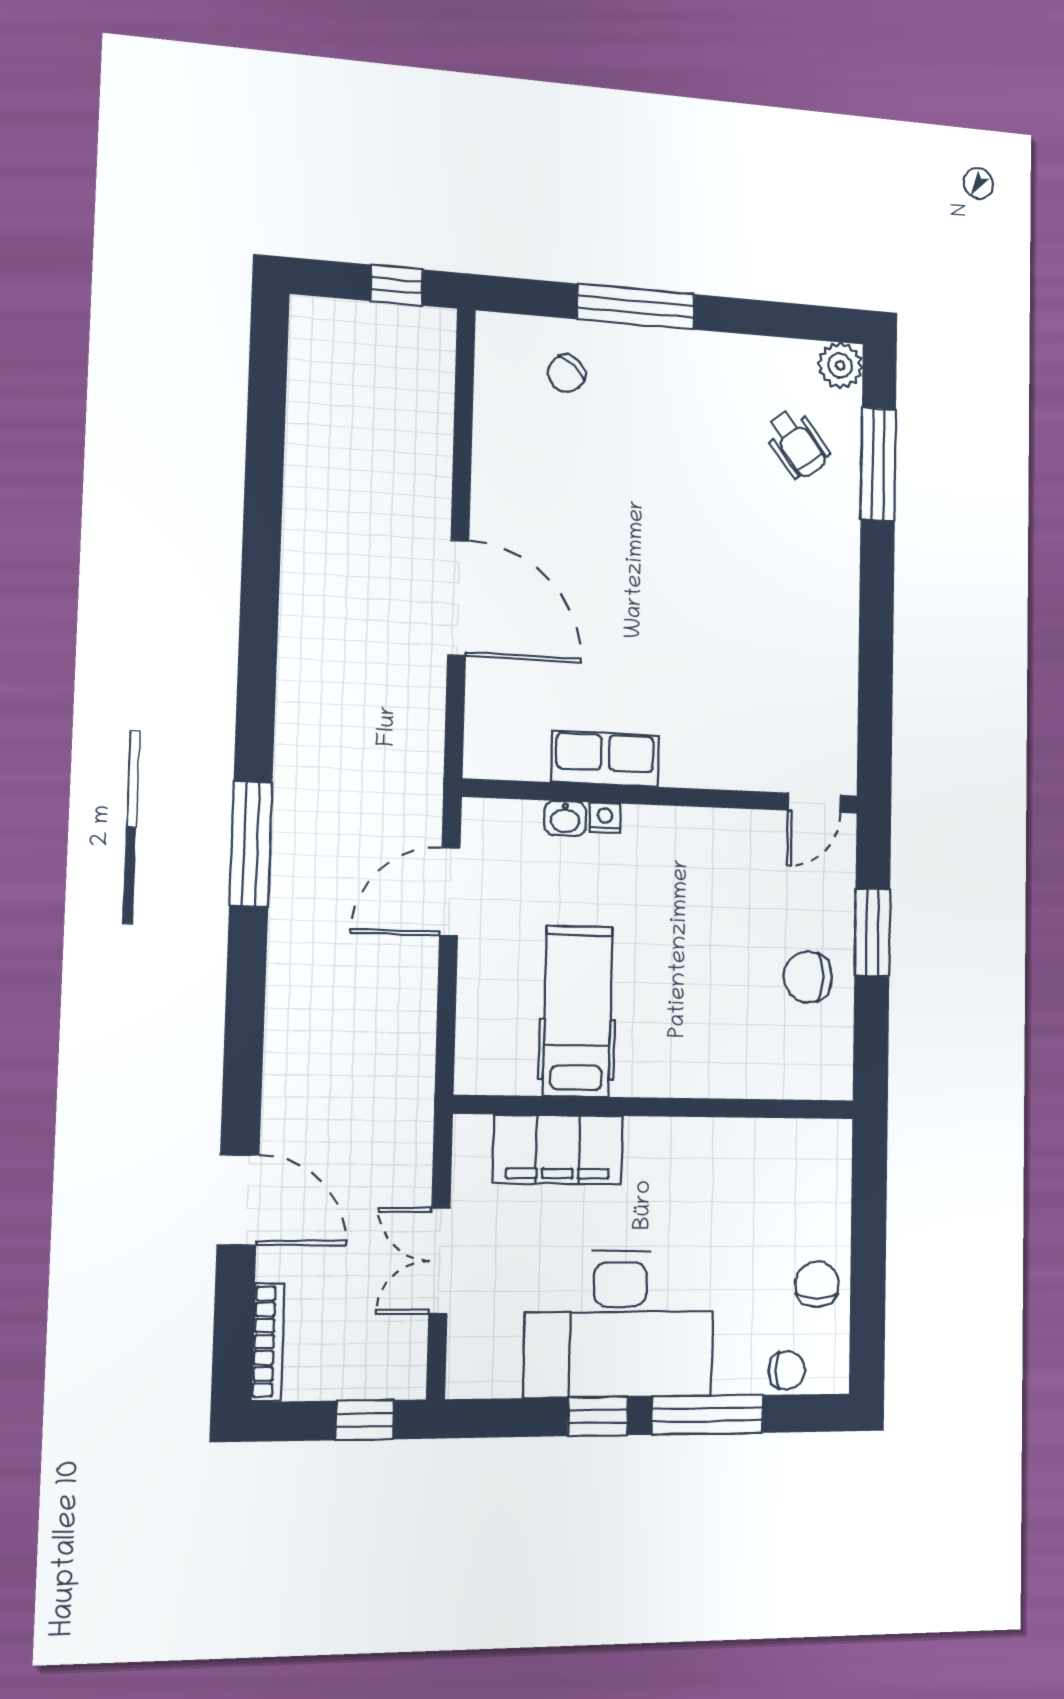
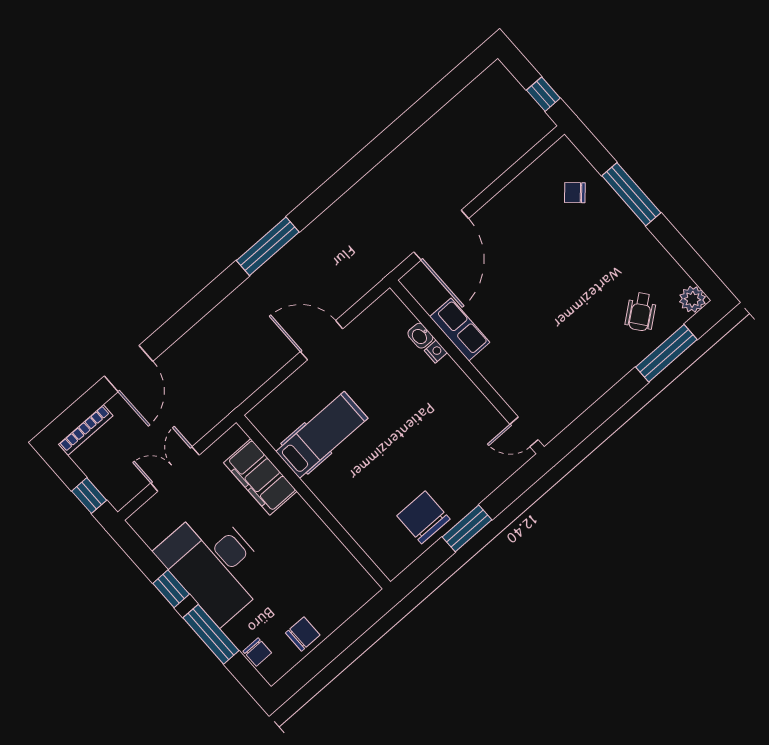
row of seats: (605, 759) -> (460, 329), moved
wall: (663, 796) -> (467, 367), moved
door: (814, 803) -> (524, 432), moved
washbasin: (565, 818) -> (420, 336), moved
nightstand: (605, 818) -> (436, 351), moved
chair: (808, 977) -> (423, 517), width x1.37, depth x1.37

